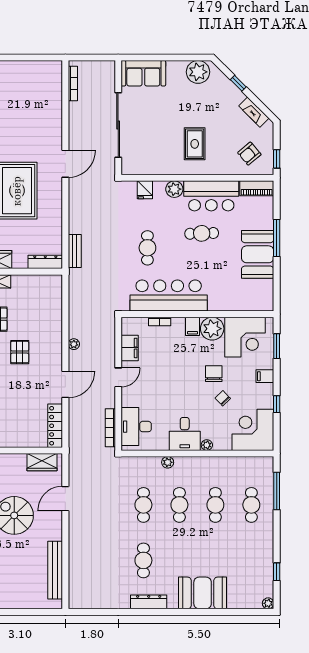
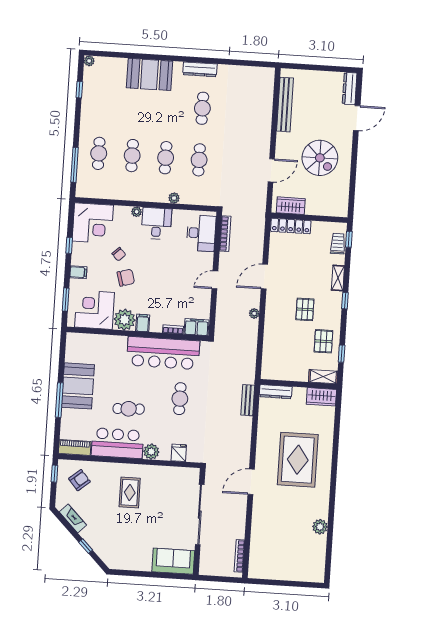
plant: (198, 72) -> (122, 559), removed
filing cabinet: (130, 348) -> (196, 327), moved, turned 90
chair: (214, 374) -> (126, 278), turned -106
locker: (55, 426) -> (291, 226), moved, turned 90

